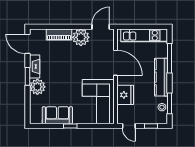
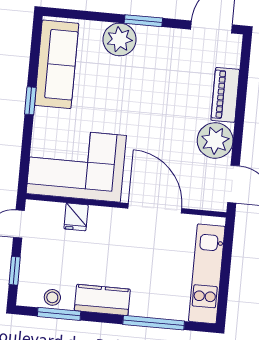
door: (115, 63) -> (155, 208), swing flipped
fireplace: (35, 66) -> (163, 38), removed
kitchen counter: (161, 77) -> (102, 300), width x0.67
fridge: (125, 95) -> (76, 217), width x0.53, depth x0.75
sofa: (57, 115) -> (57, 64), width x1.36

